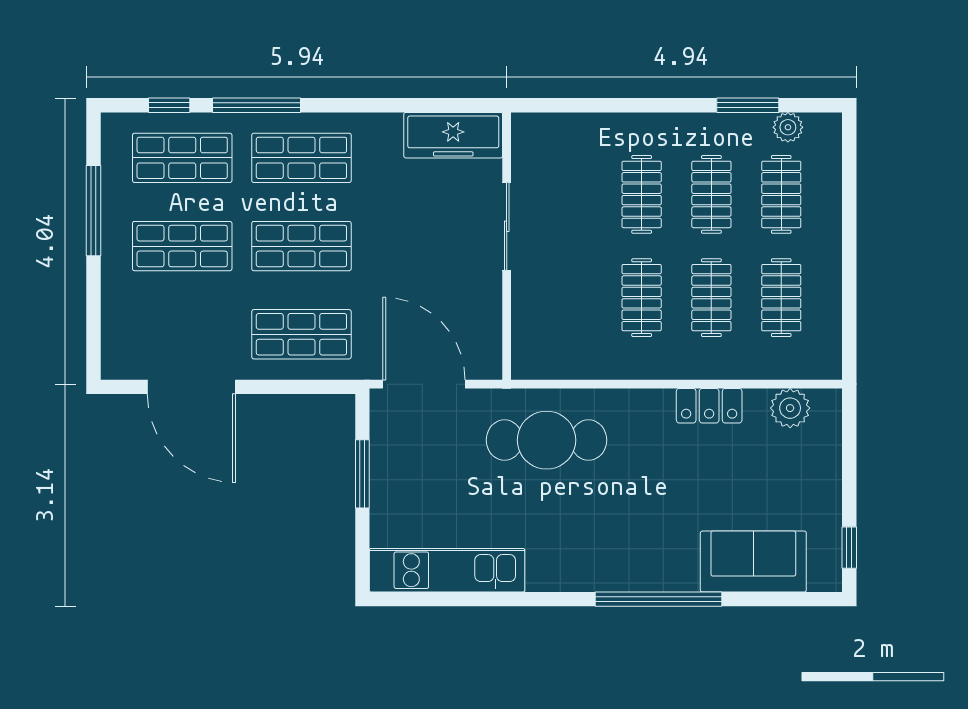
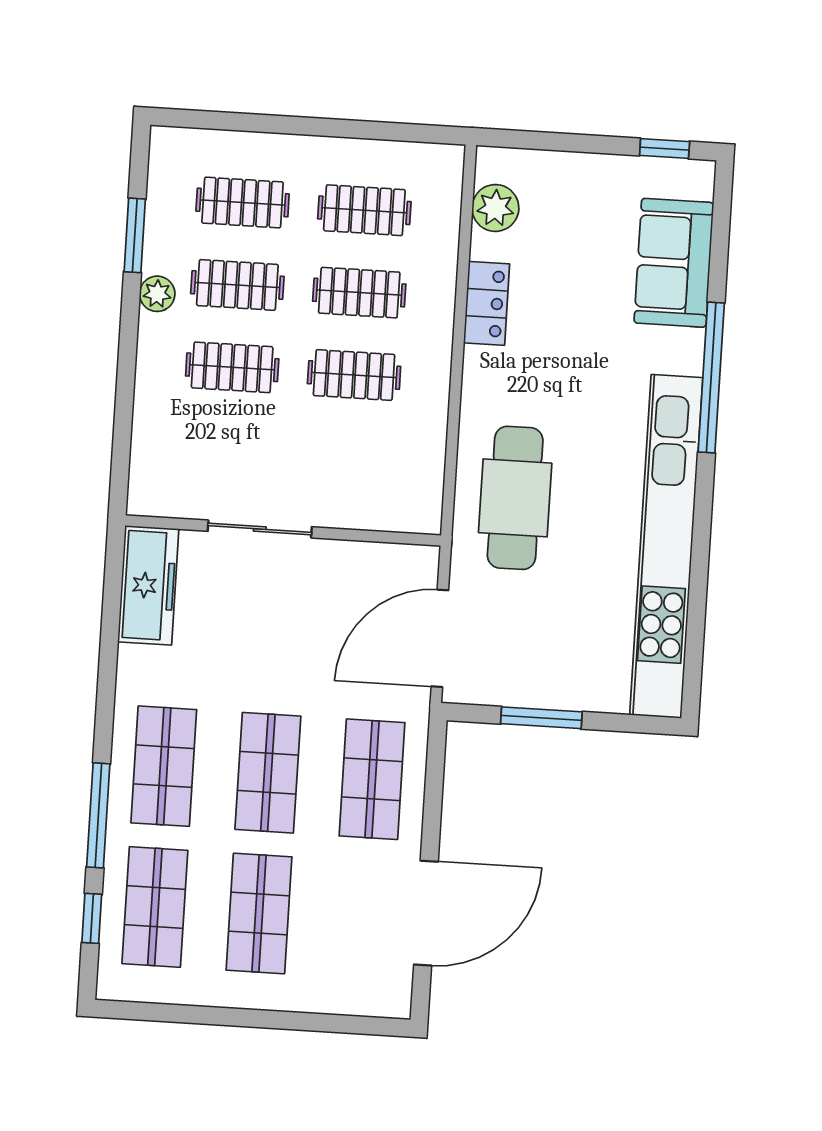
plant: (788, 127) -> (157, 294), moved
window: (93, 211) -> (211, 1016), removed
kitchen unit: (447, 570) -> (666, 546), width x1.86

